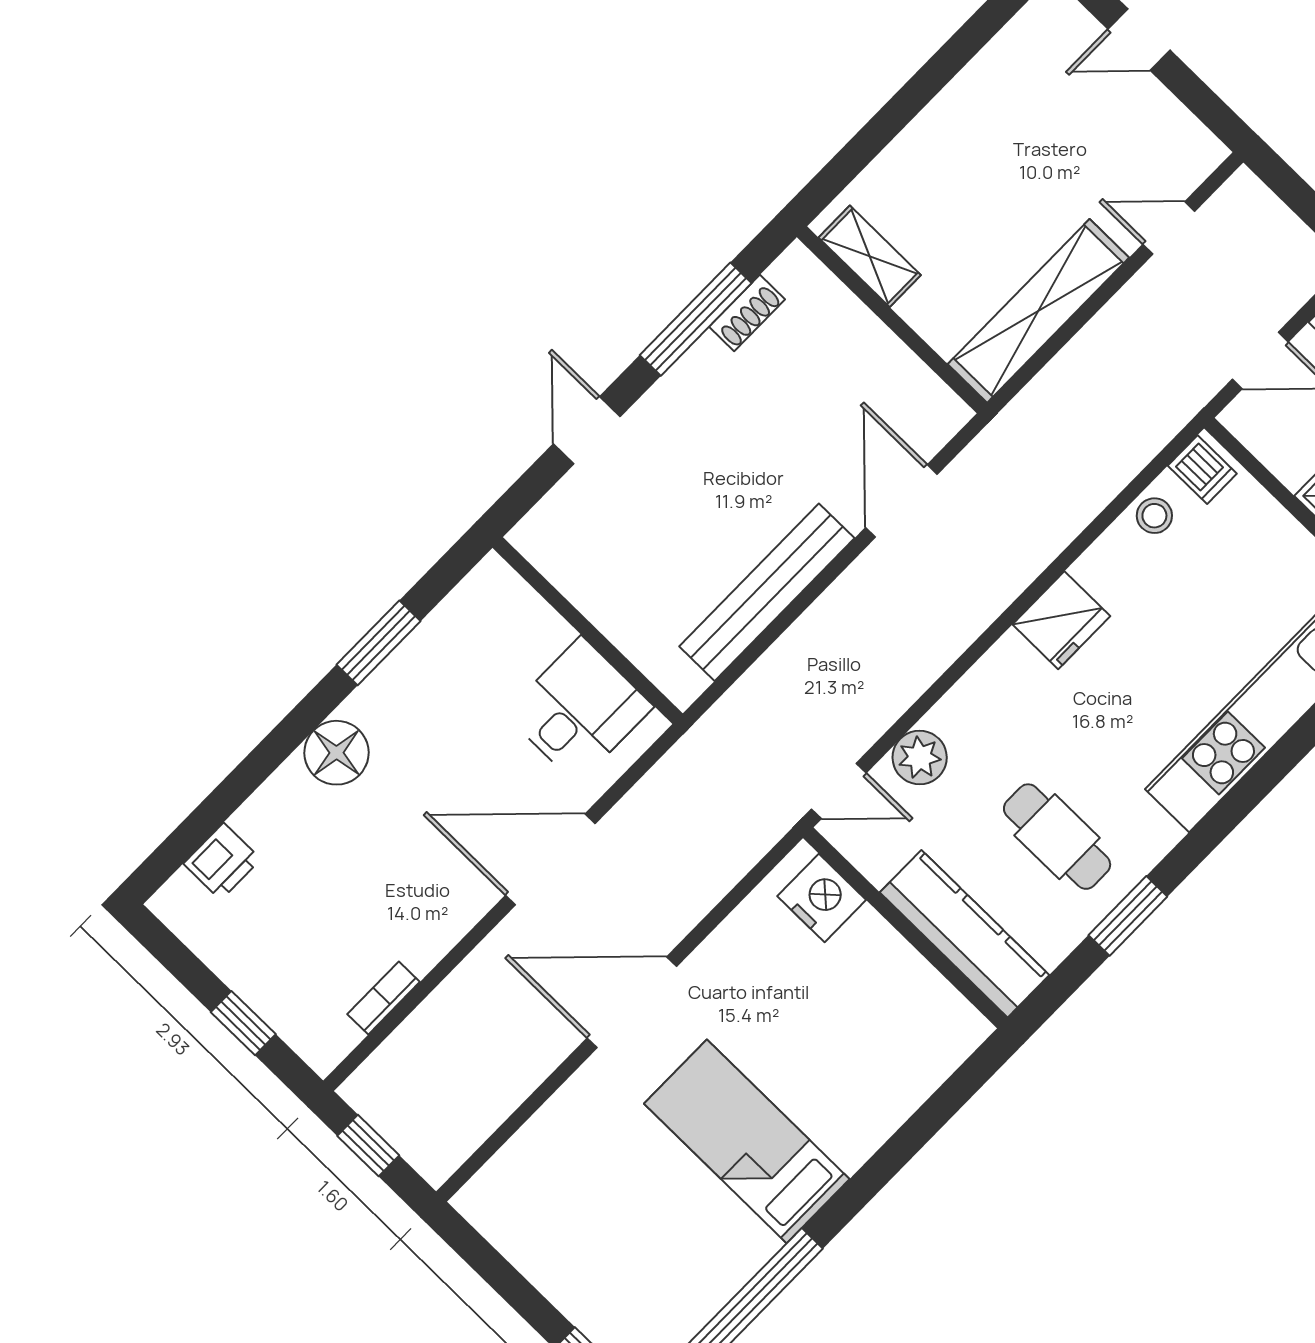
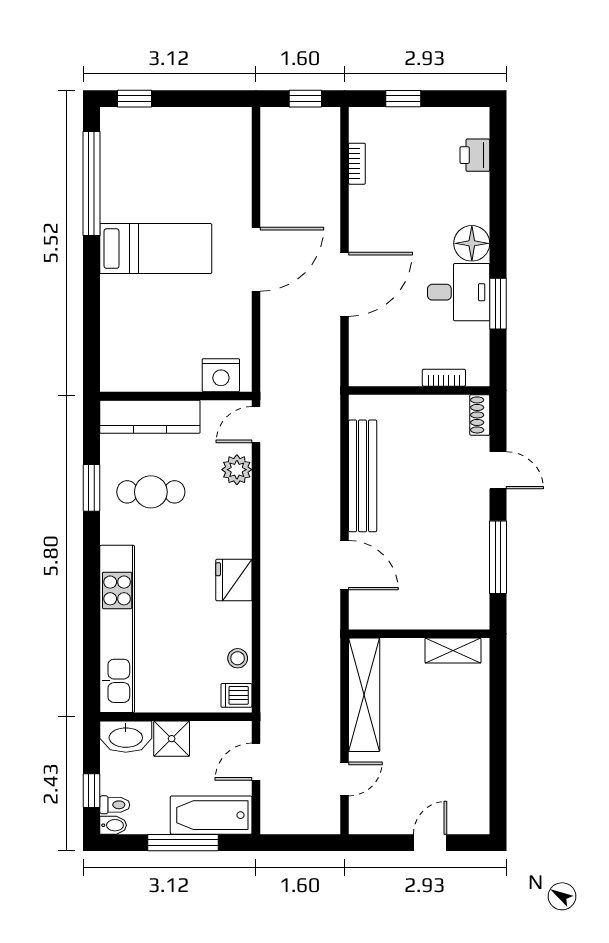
shoe rack: (747, 313) -> (480, 415), moved
bookcase: (540, 616) -> (444, 378), added
desk: (579, 710) -> (459, 292), moved, turned -90

